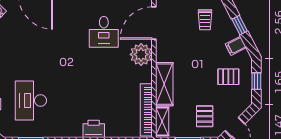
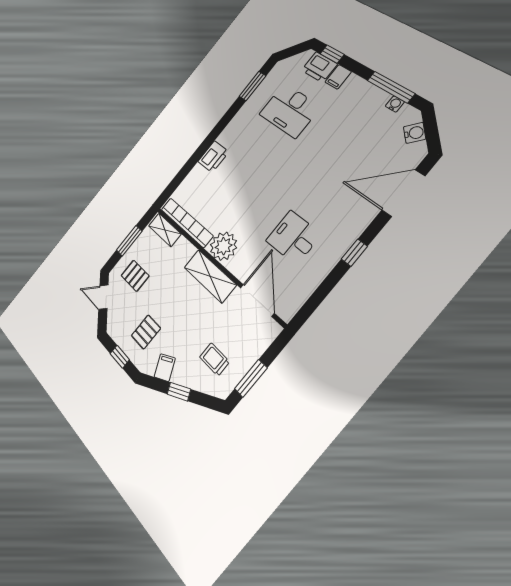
plant: (141, 54) -> (224, 246), moved
shelving: (164, 84) -> (210, 276), moved
desk: (31, 101) -> (290, 110), turned 180

